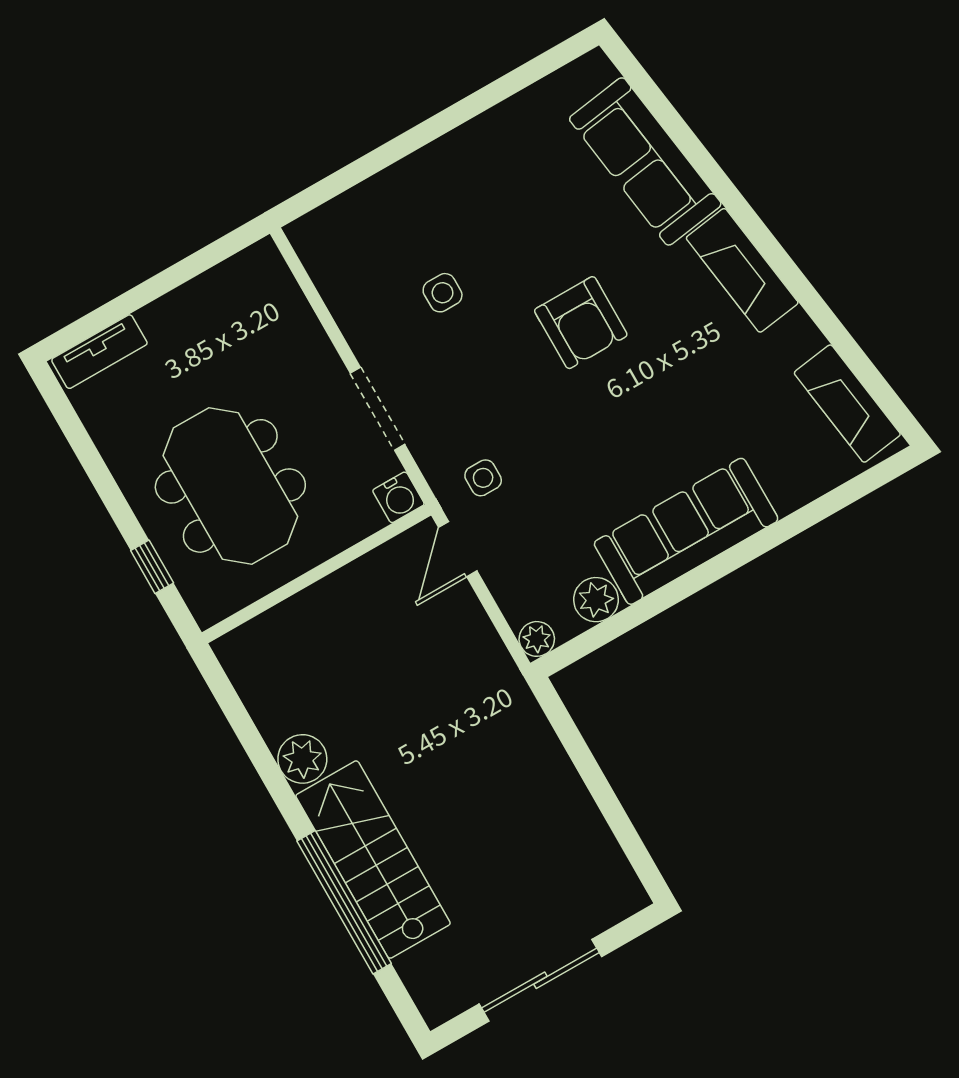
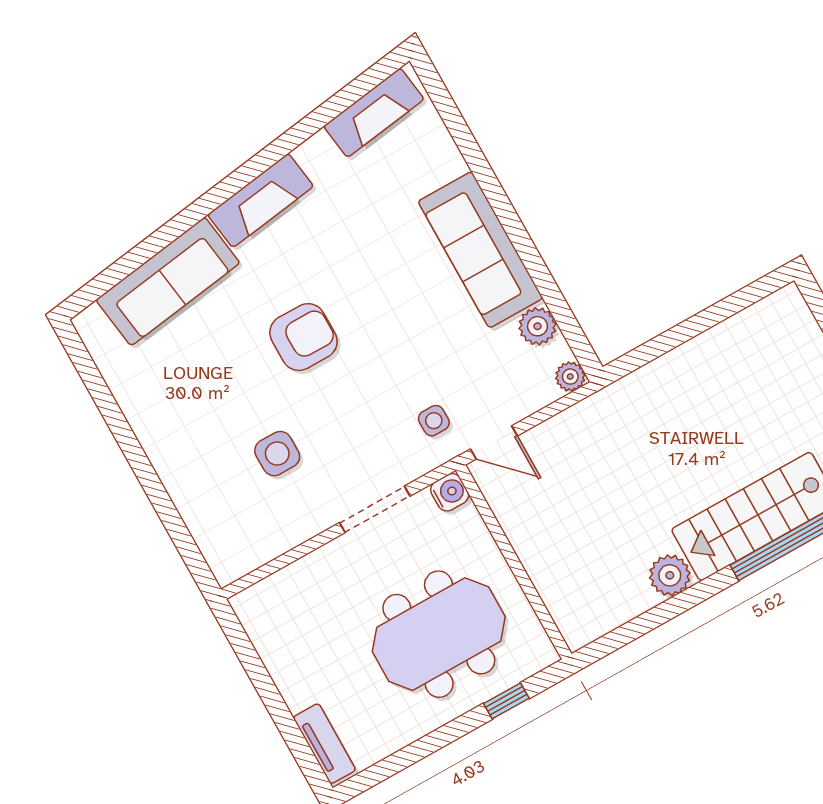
side table: (443, 293) -> (277, 454), width x1.37, depth x1.37

